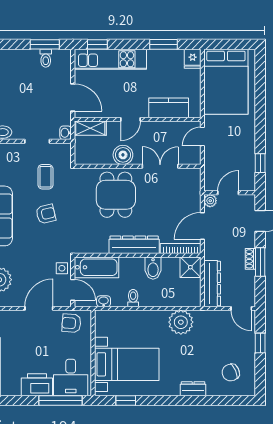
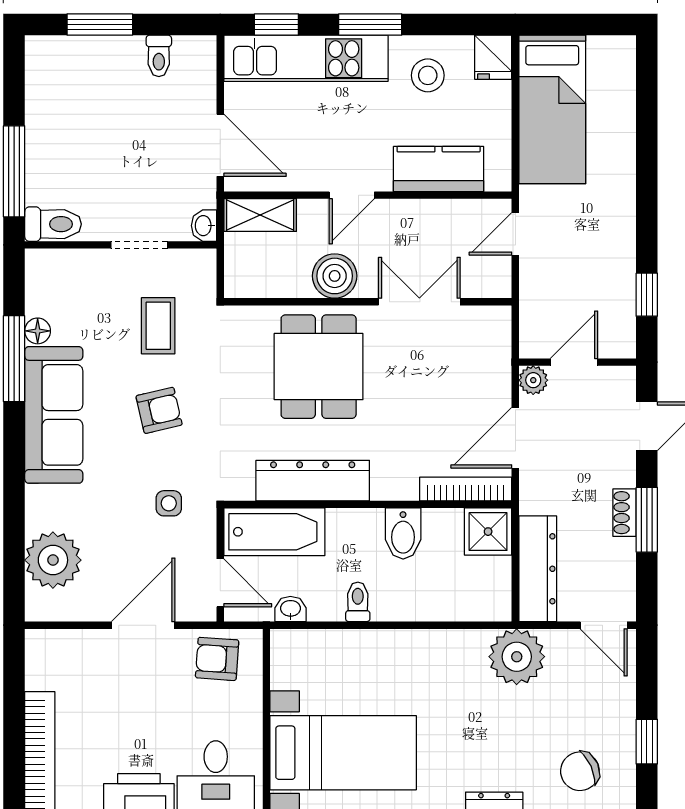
window: (45, 44) -> (100, 24), moved
window: (163, 44) -> (370, 24), moved
stool: (164, 67) -> (428, 75), added
bed: (226, 82) -> (552, 109), width x0.67
dresser: (134, 245) -> (313, 481), moved
side table: (62, 268) -> (169, 503), moved
plant: (181, 322) -> (517, 657), moved
window: (260, 343) -> (647, 742), moved

